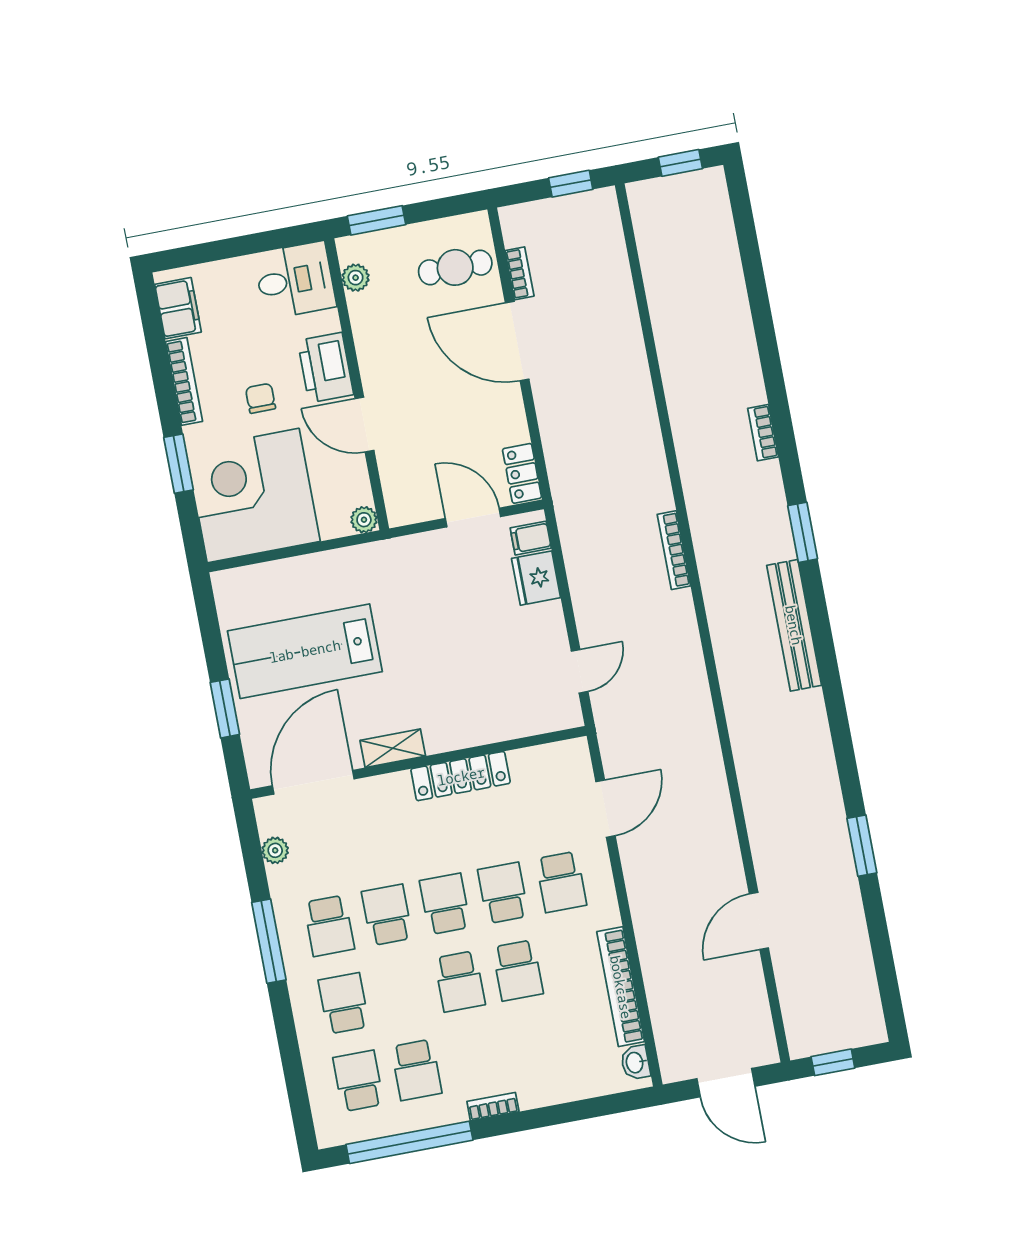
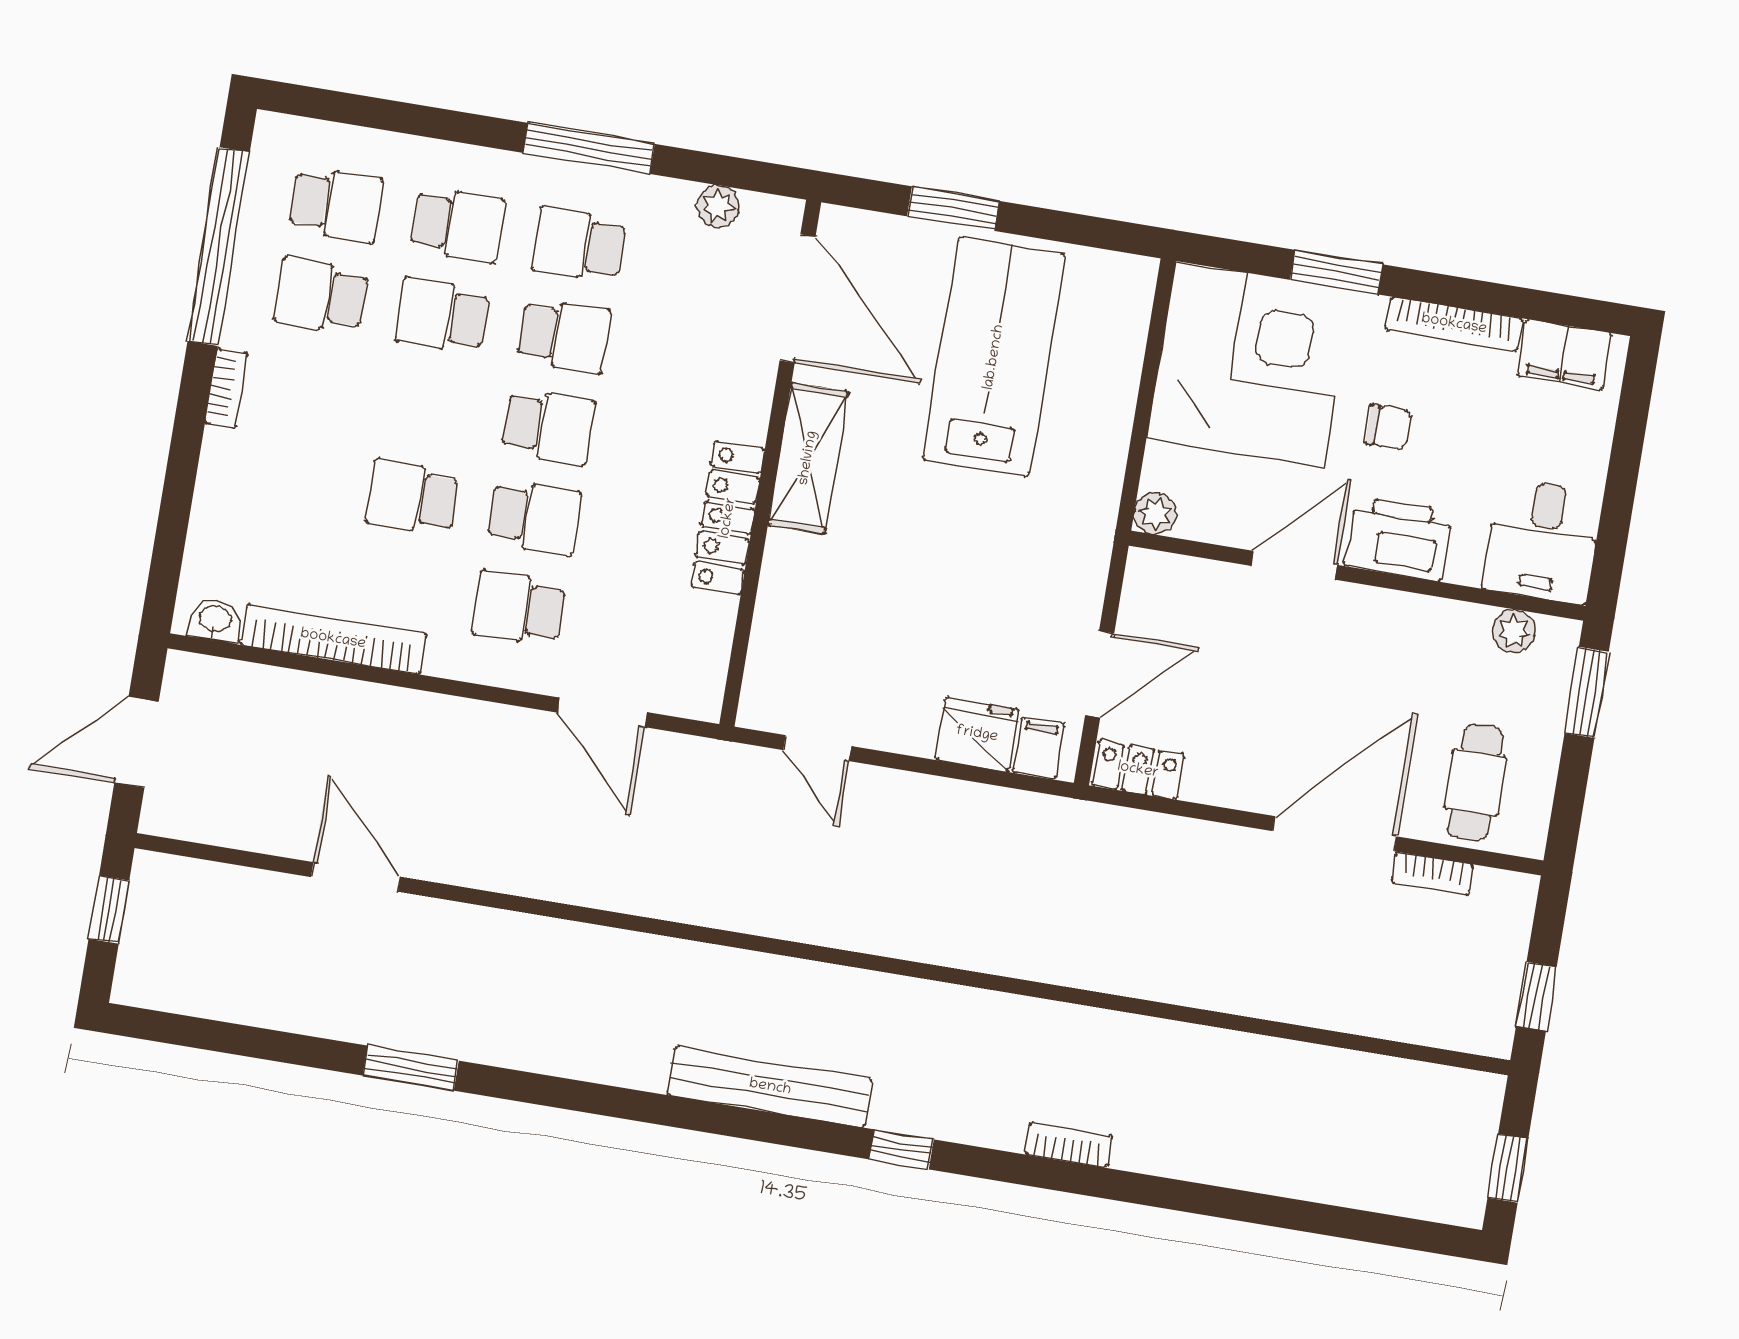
window: (803, 532) -> (901, 1149), width x0.67
bookcase: (674, 550) -> (944, 951), removed
shelving: (393, 748) -> (808, 458), width x1.50, depth x1.33
school desk: (460, 981) -> (442, 316), moved

